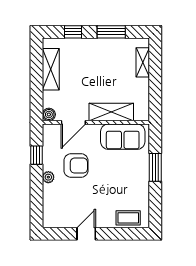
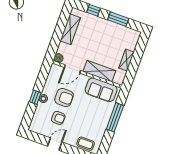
shelving: (143, 62) -> (126, 60), moved
window: (36, 155) -> (35, 97), moved
window: (155, 167) -> (115, 117), width x1.44
armchair: (78, 196) -> (58, 118), added

